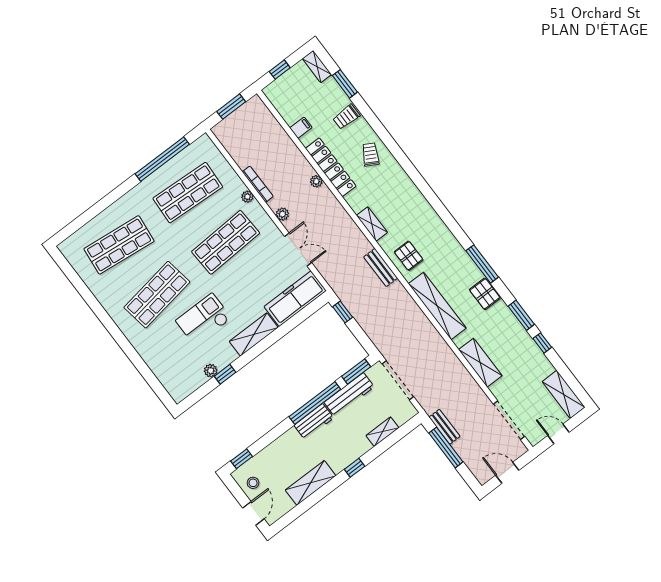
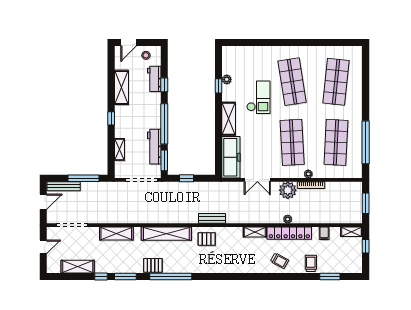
shelving: (317, 67) -> (351, 232), moved
plant: (282, 214) -> (288, 190), width x1.87, depth x1.87
shelving: (372, 224) -> (255, 232), moved
window: (482, 264) -> (171, 277), width x1.46
window: (343, 312) -> (187, 178), moved
shelving: (564, 394) -> (78, 267), moved
workbench: (314, 422) -> (154, 79), moved
bench: (444, 427) -> (64, 186), moved, width x1.36
window: (242, 459) -> (164, 85), moved
door: (253, 513) -> (129, 42), hinge flipped

